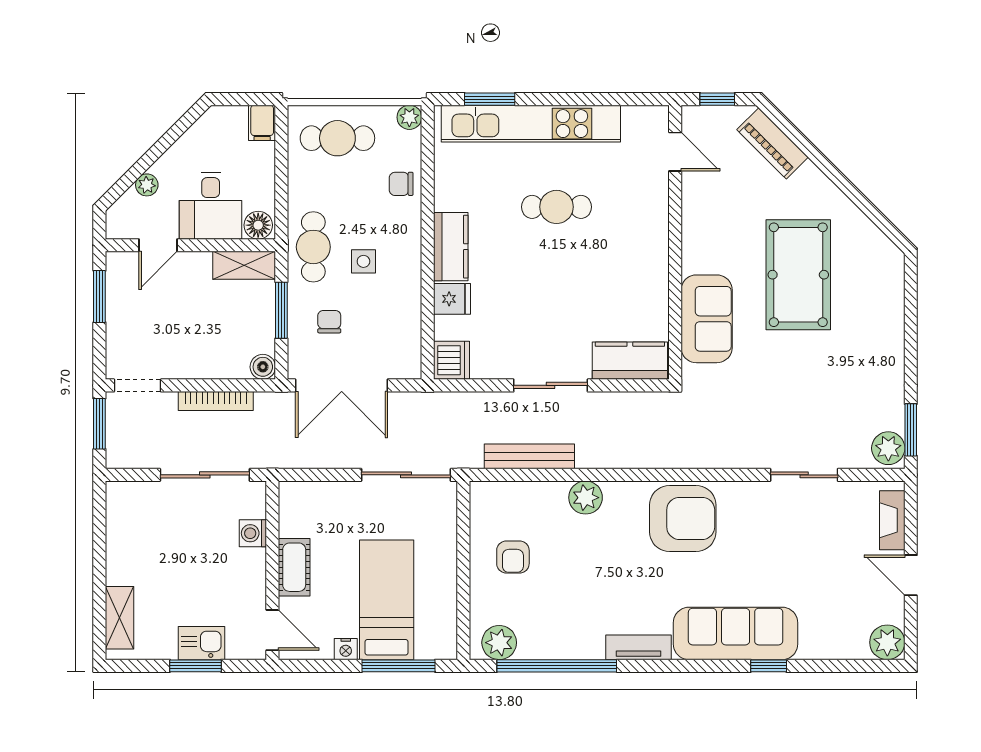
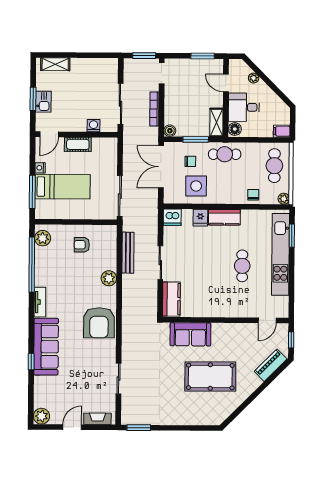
side table: (363, 261) -> (196, 186), moved, width x1.87, depth x1.87
plant: (888, 448) -> (130, 417), removed

